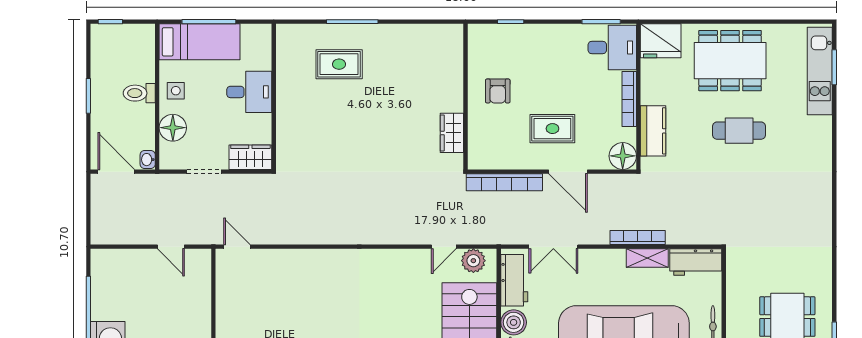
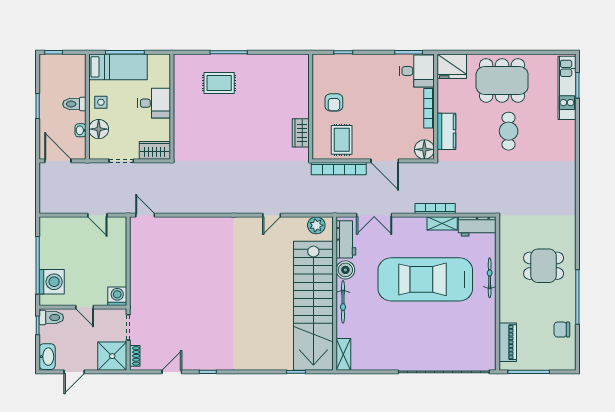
rug: (552, 129) -> (342, 140), moved, turned 90
cafe table: (739, 131) -> (509, 131), turned 90
washbasin: (148, 160) -> (81, 130), moved
door: (444, 247) -> (272, 215), moved

